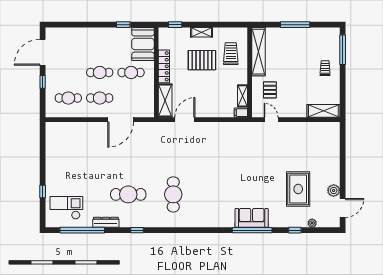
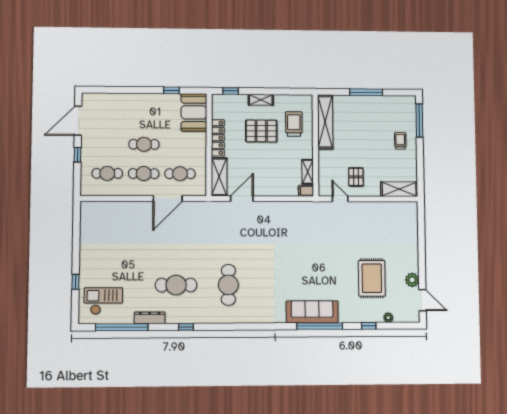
cafe table: (131, 72) -> (180, 174), moved
pallet: (270, 90) -> (356, 177), moved
door: (343, 208) -> (423, 300), hinge flipped
sofa: (252, 218) -> (312, 312), width x1.36

